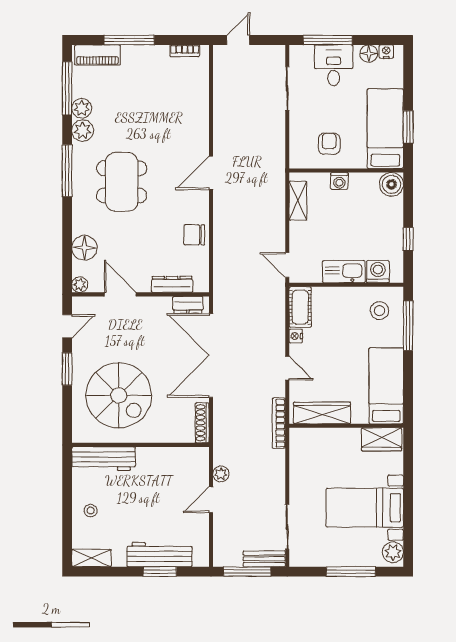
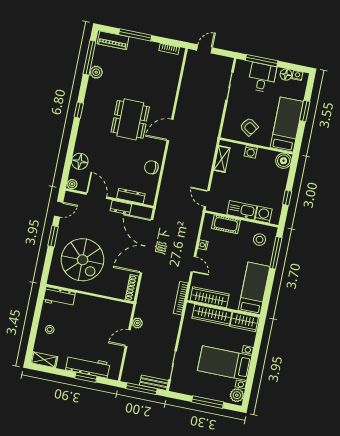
window: (408, 127) -> (305, 111), moved
plant: (83, 131) -> (94, 86), removed
armchair: (329, 144) -> (249, 127), turned 125
window: (67, 171) -> (79, 110), width x0.46
dining table: (122, 182) -> (130, 119), moved
dresser: (188, 305) -> (121, 207), moved
cot: (300, 307) -> (226, 224), moved, turned 90
wardrobe: (331, 439) -> (212, 315), added
workbench: (104, 459) -> (59, 297), width x0.73

